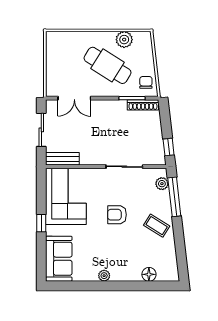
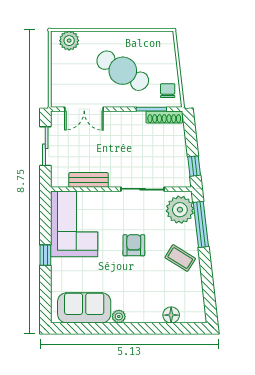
plant: (124, 40) -> (69, 41), moved
bench: (62, 159) -> (89, 180), moved
plant: (162, 184) -> (180, 210), width x1.88, depth x1.88
armchair: (117, 215) -> (134, 245), turned 90
sofa: (59, 259) -> (84, 308), moved, turned -90

